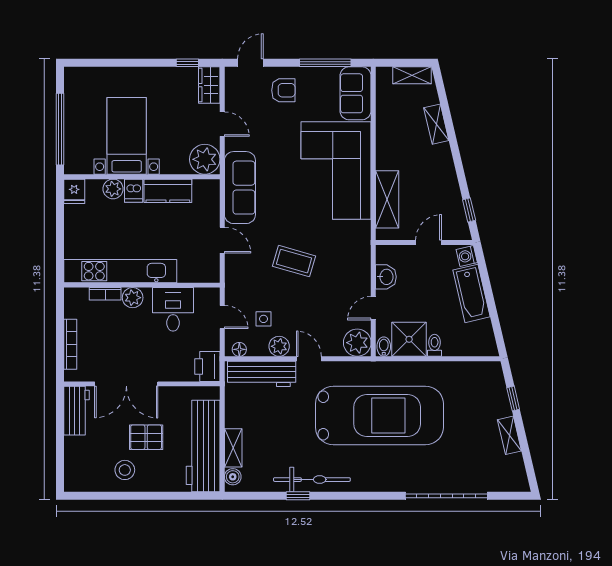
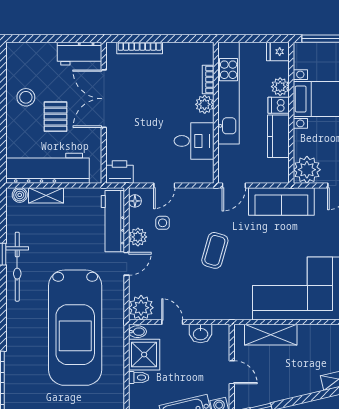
kitchen unit: (120, 271) -> (229, 93), moved
wall: (142, 285) -> (216, 113), moved
bookcase: (105, 294) -> (208, 79), moved
plant: (133, 298) -> (205, 104), moved
desk: (173, 309) -> (194, 141), moved

